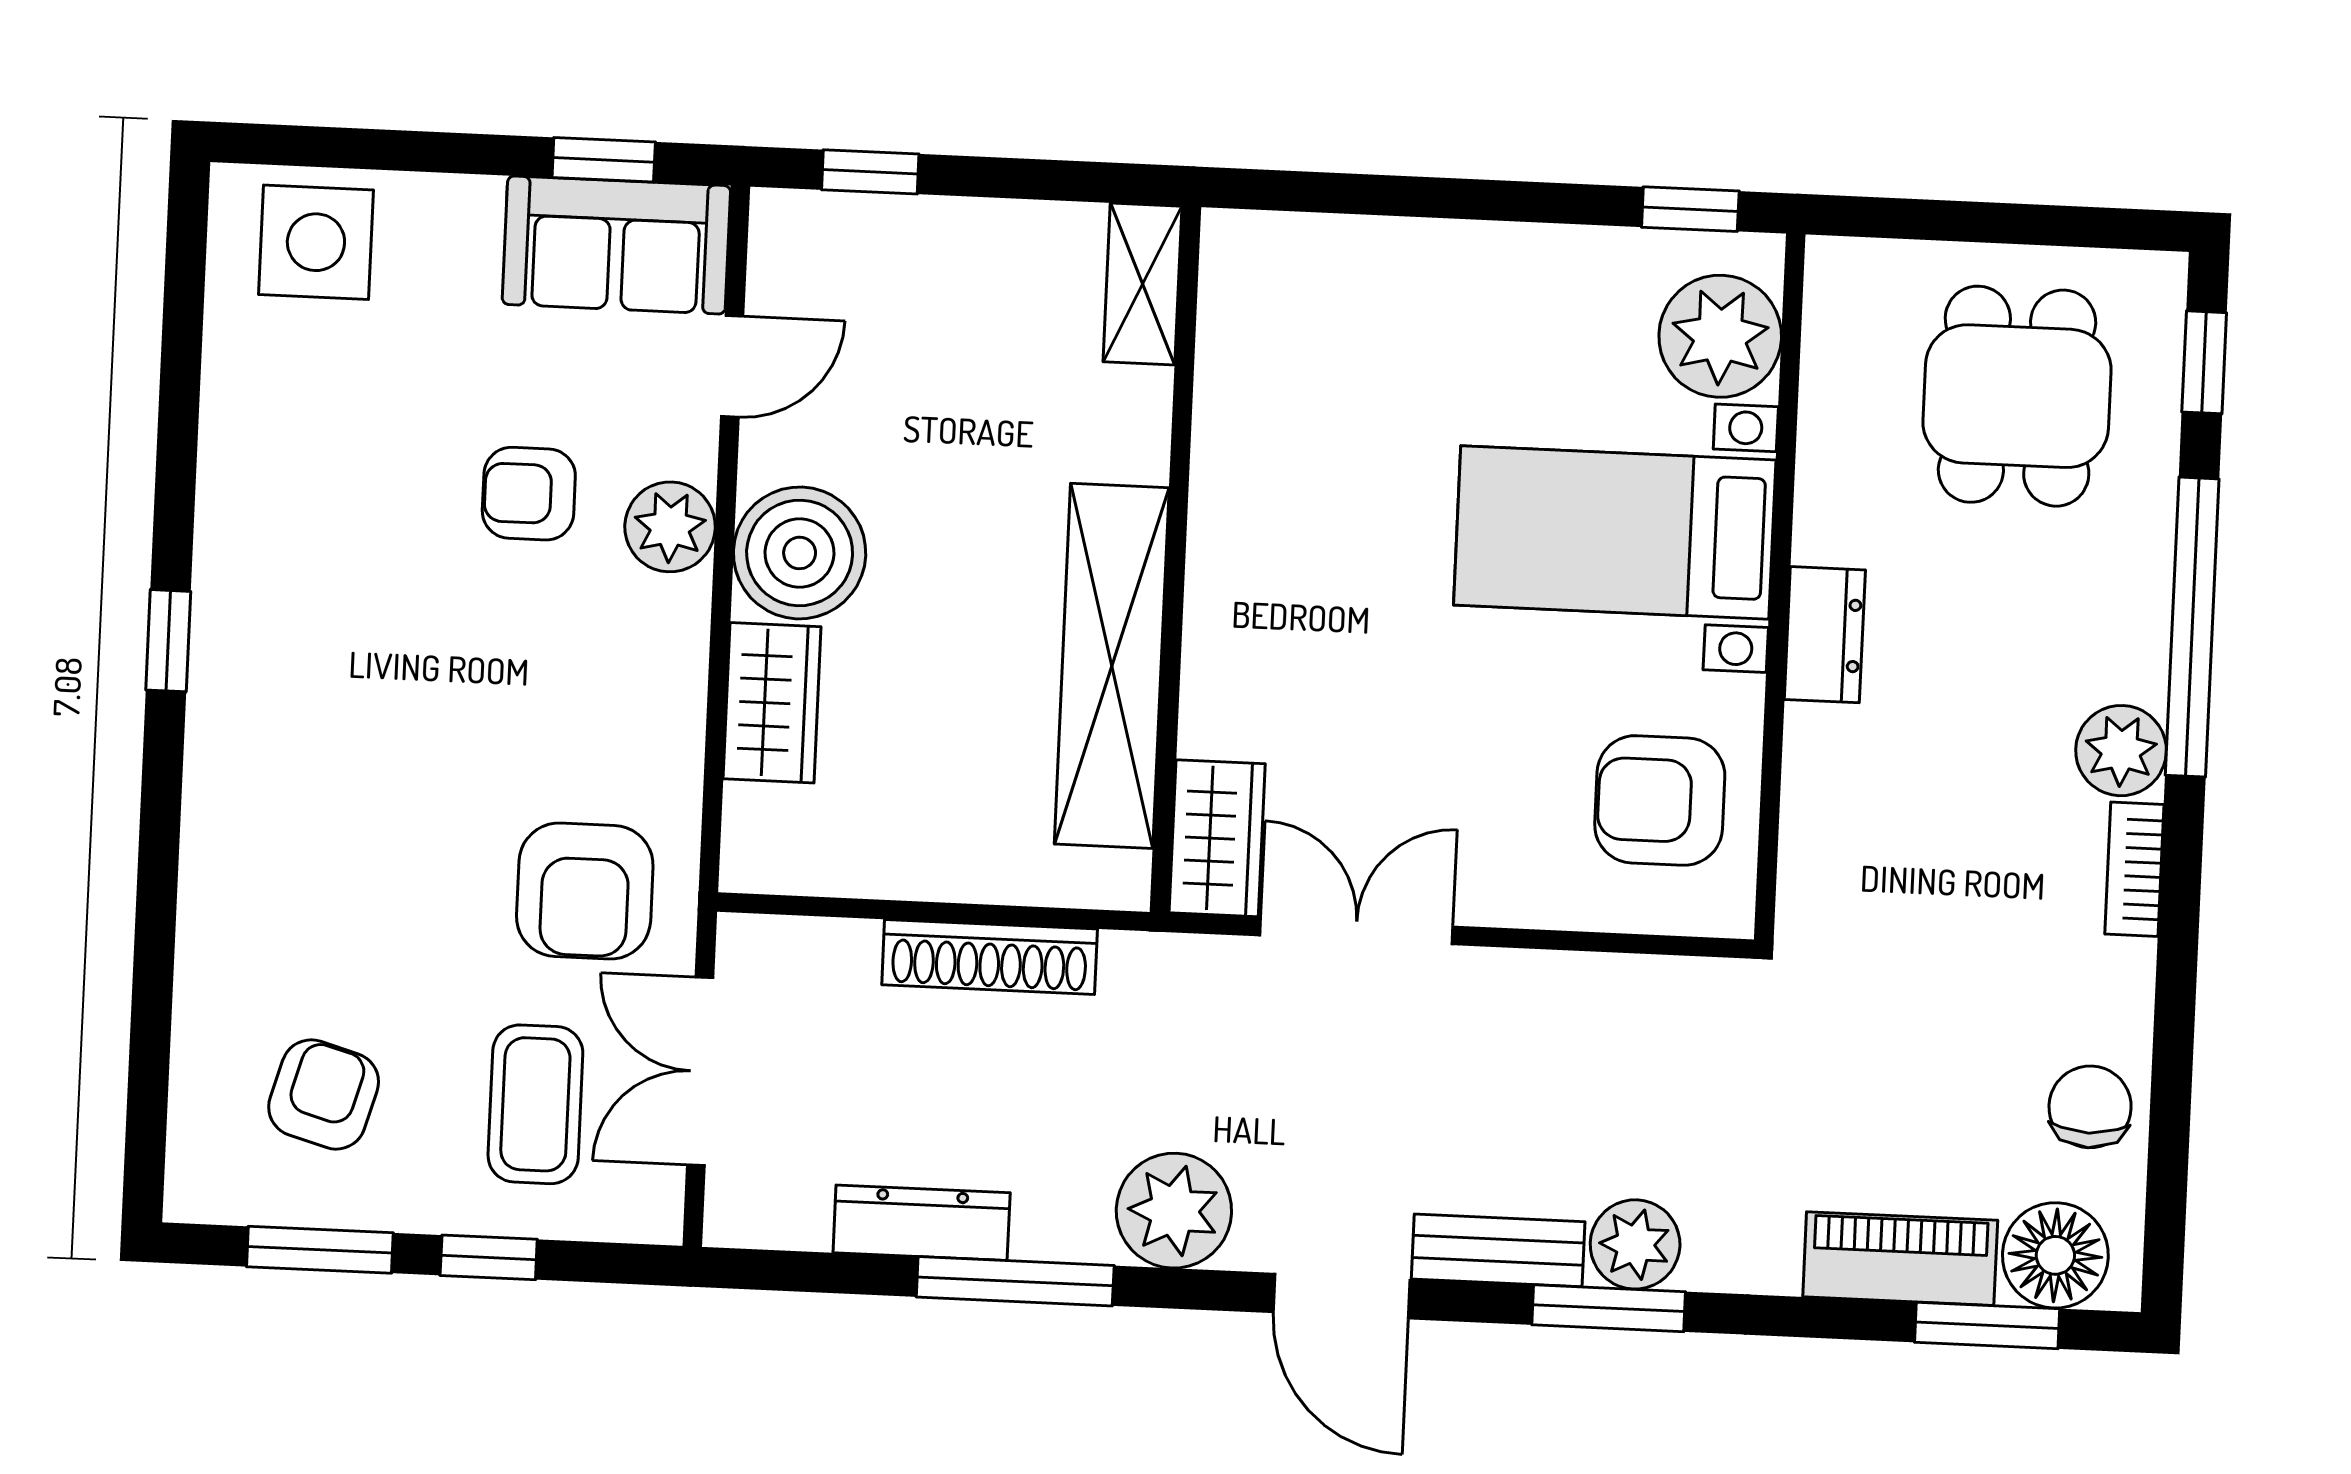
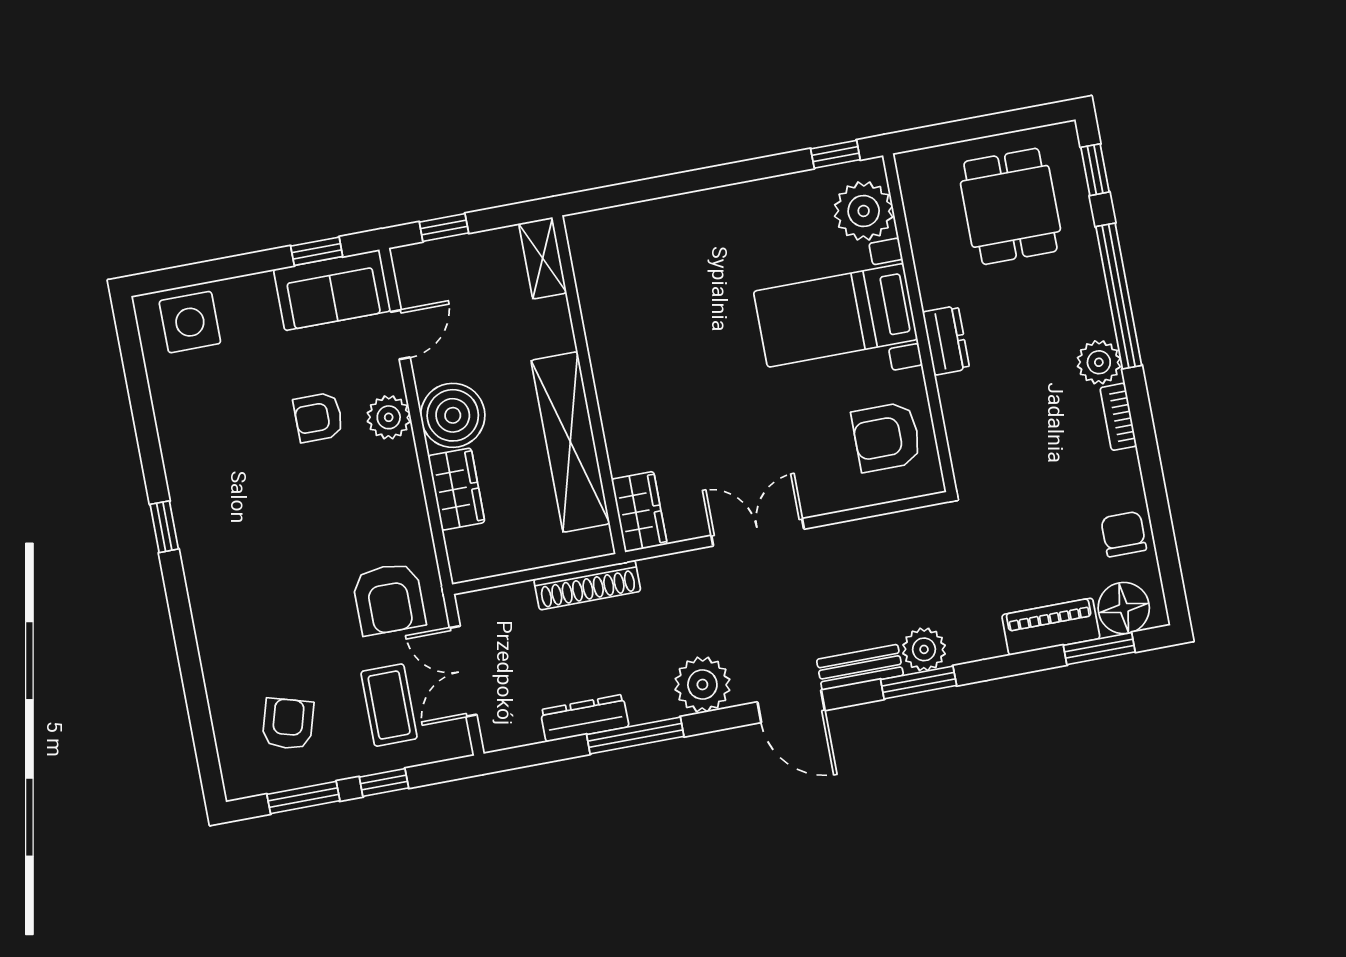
shelving: (1143, 284) -> (543, 258), moved
wall: (1176, 560) -> (589, 385), moved
shelving: (1112, 666) -> (570, 442), moved
wardrobe: (1217, 838) -> (639, 512), moved

